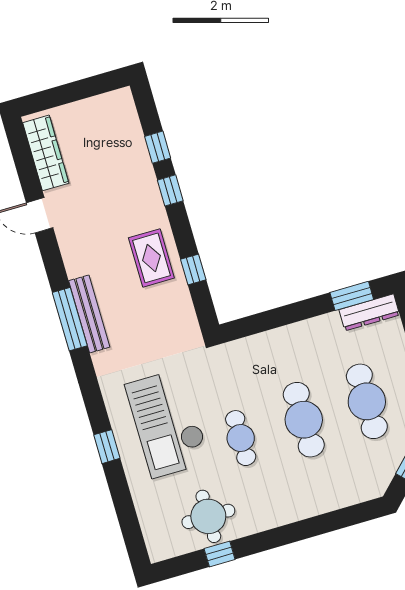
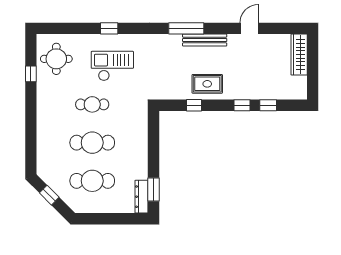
wardrobe: (46, 153) -> (299, 55), moved, turned 90
bench: (89, 314) -> (205, 40), moved
checkout: (168, 423) -> (112, 66), width x0.73, depth x0.83
round table: (208, 516) -> (56, 59), moved

